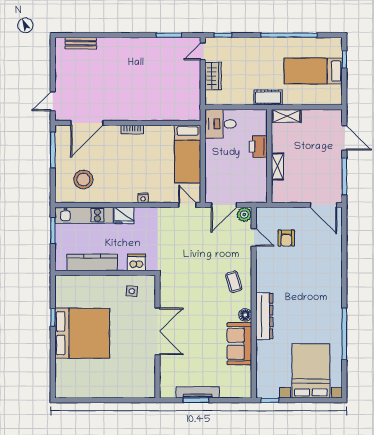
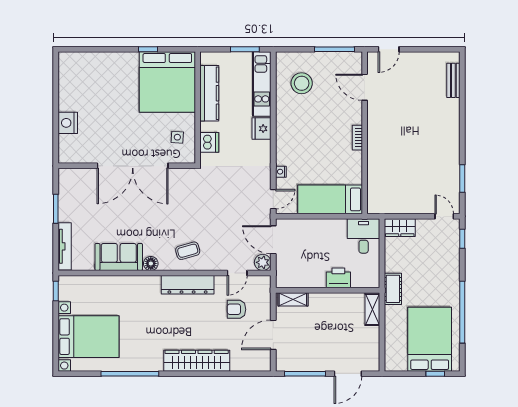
bed: (313, 71) -> (430, 339), width x1.50
wardrobe: (213, 76) -> (400, 228), moved
door: (53, 101) -> (389, 49), swing flipped
door: (87, 123) -> (365, 87), width x0.73
shelving: (277, 166) -> (293, 299), moved
nightstand: (143, 198) -> (281, 172), moved
door: (323, 205) -> (273, 335), moved
wardrobe: (333, 274) -> (197, 361), added
dresser: (264, 316) -> (188, 285), moved
double door: (158, 331) -> (133, 166), width x1.36
bed: (82, 333) -> (167, 82), moved
nightstand: (119, 390) -> (68, 123), added
tv unit: (198, 392) -> (65, 246), moved

